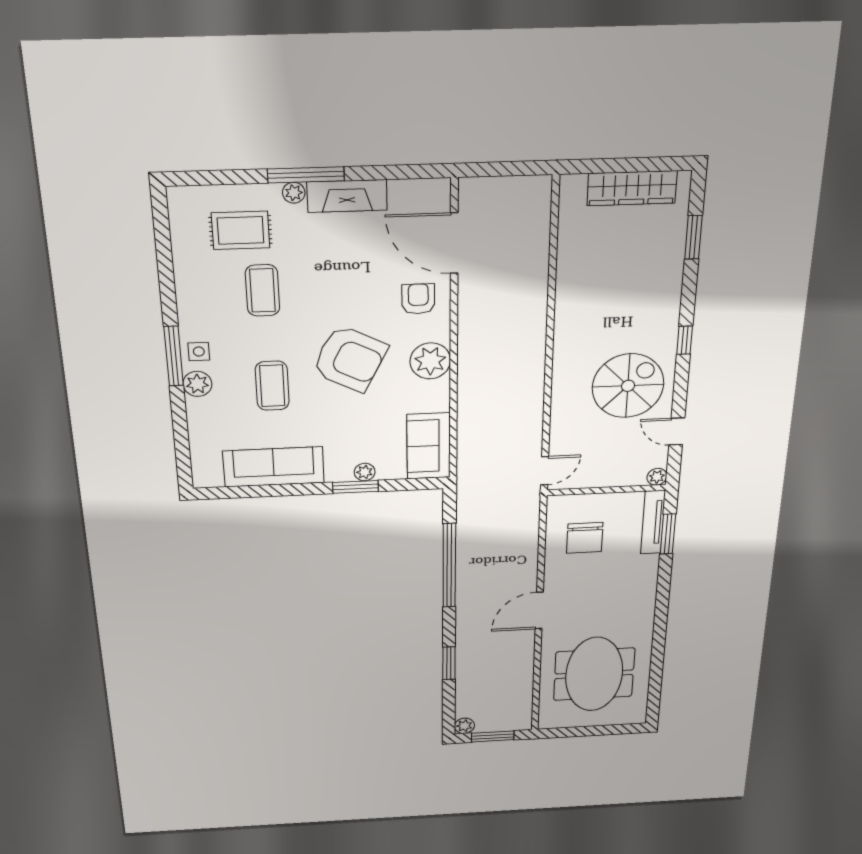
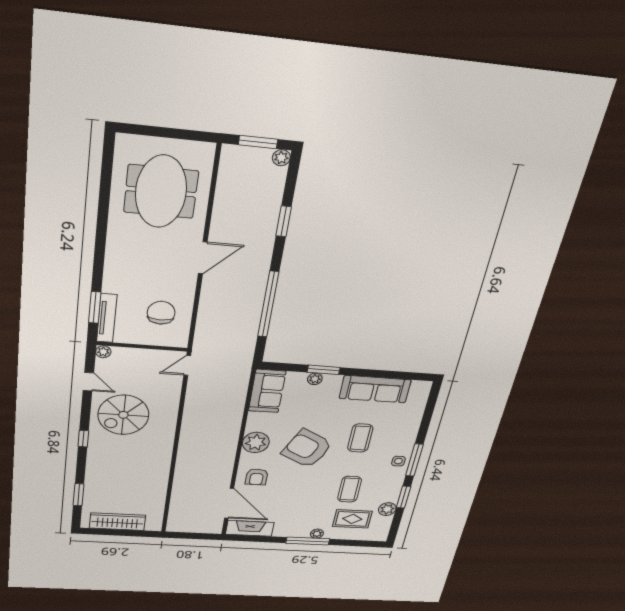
fireplace: (347, 196) -> (250, 528), moved
window: (167, 284) -> (403, 497), added
plant: (197, 384) -> (387, 509), moved

